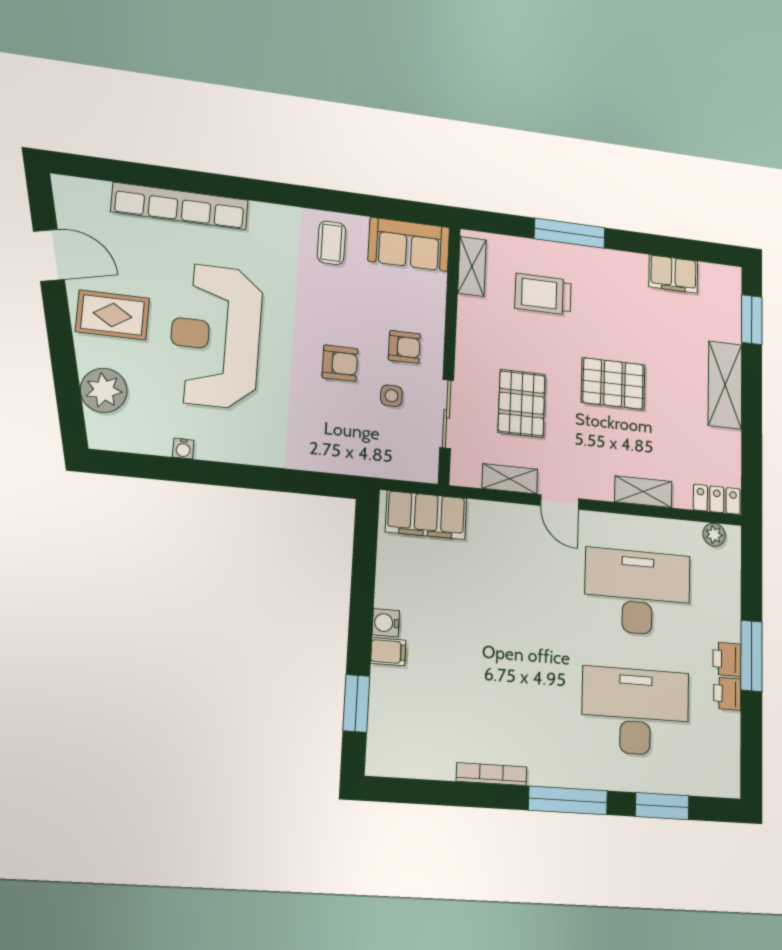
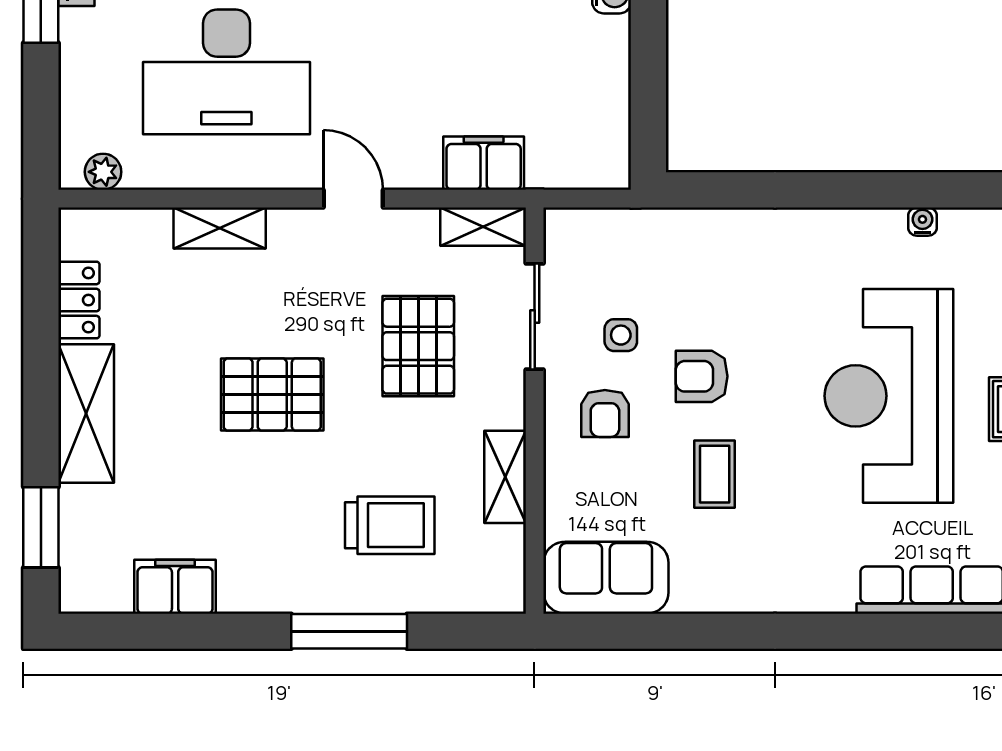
coffee table: (331, 243) -> (715, 474), moved
shelving: (472, 267) -> (505, 477), moved
reception desk: (215, 336) -> (889, 396), turned 180
armchair: (404, 347) -> (605, 413), turned -90
shelving: (510, 479) -> (483, 227), moved
locker: (717, 499) -> (79, 300), moved, turned -90
filing cabinet: (426, 515) -> (484, 163), moved, width x0.67, depth x0.86

